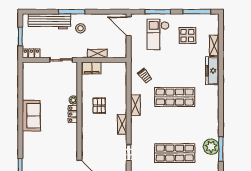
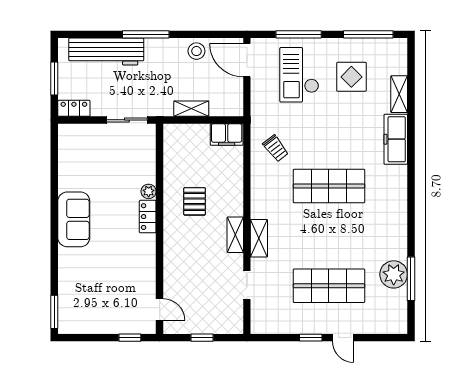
stool: (80, 28) -> (196, 51), moved
filing cabinet: (92, 68) -> (227, 134), moved
shelving: (135, 105) -> (259, 238), moved

